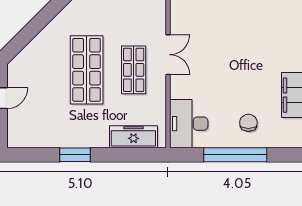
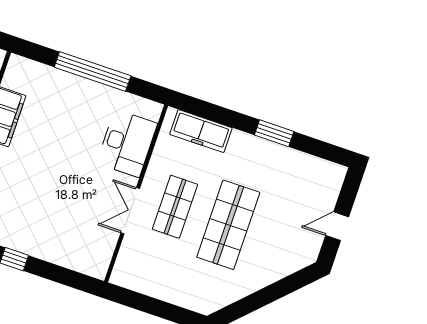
chair: (248, 123) -> (65, 103), removed
desk: (189, 124) -> (127, 143), moved

